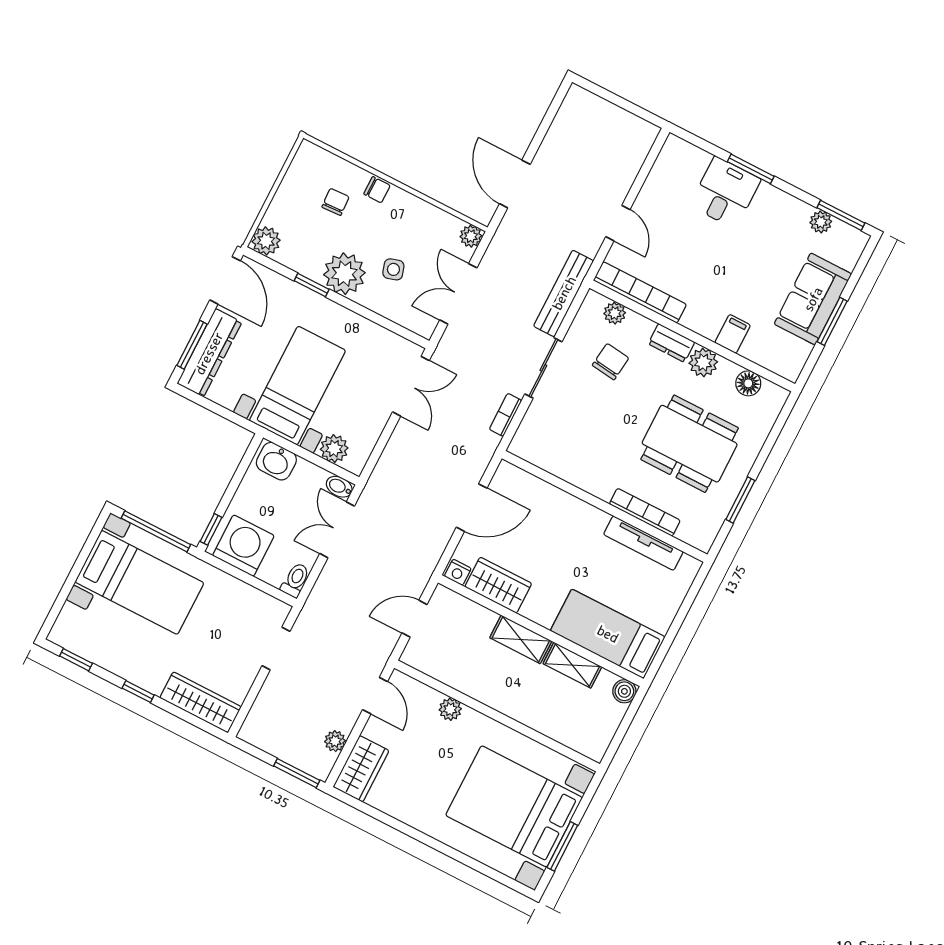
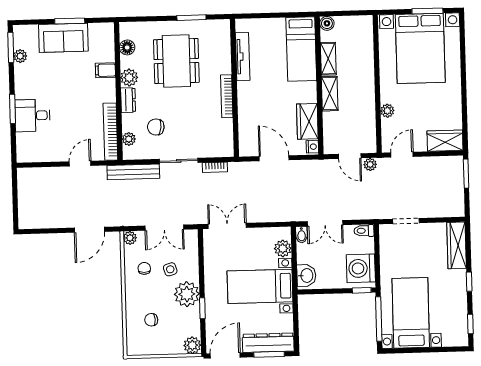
chair: (377, 190) -> (144, 268), moved
bookcase: (645, 512) -> (227, 96), moved
plant: (335, 741) -> (370, 164), moved

